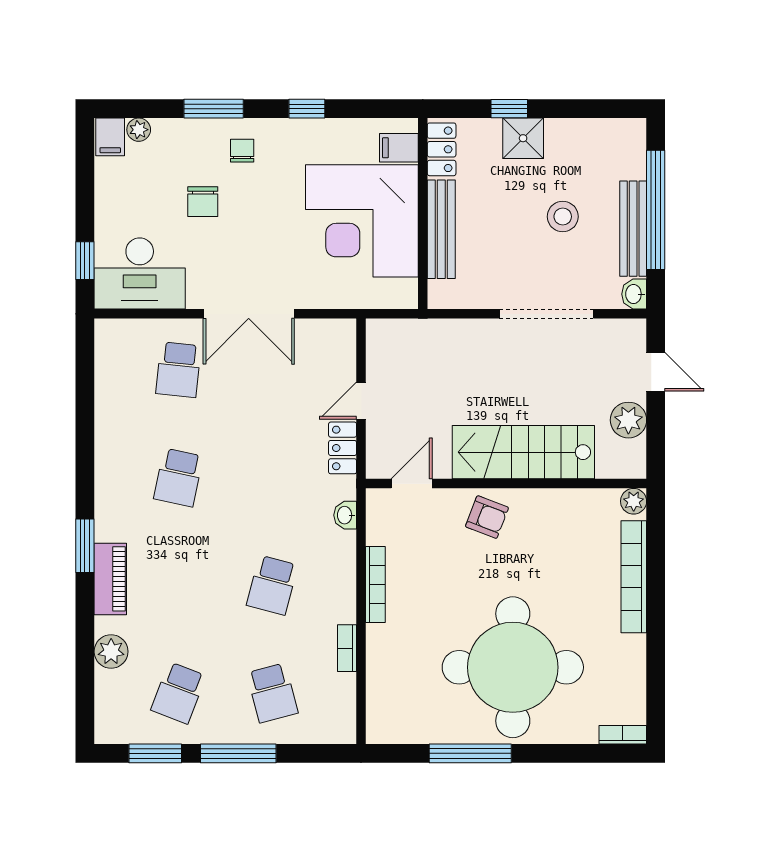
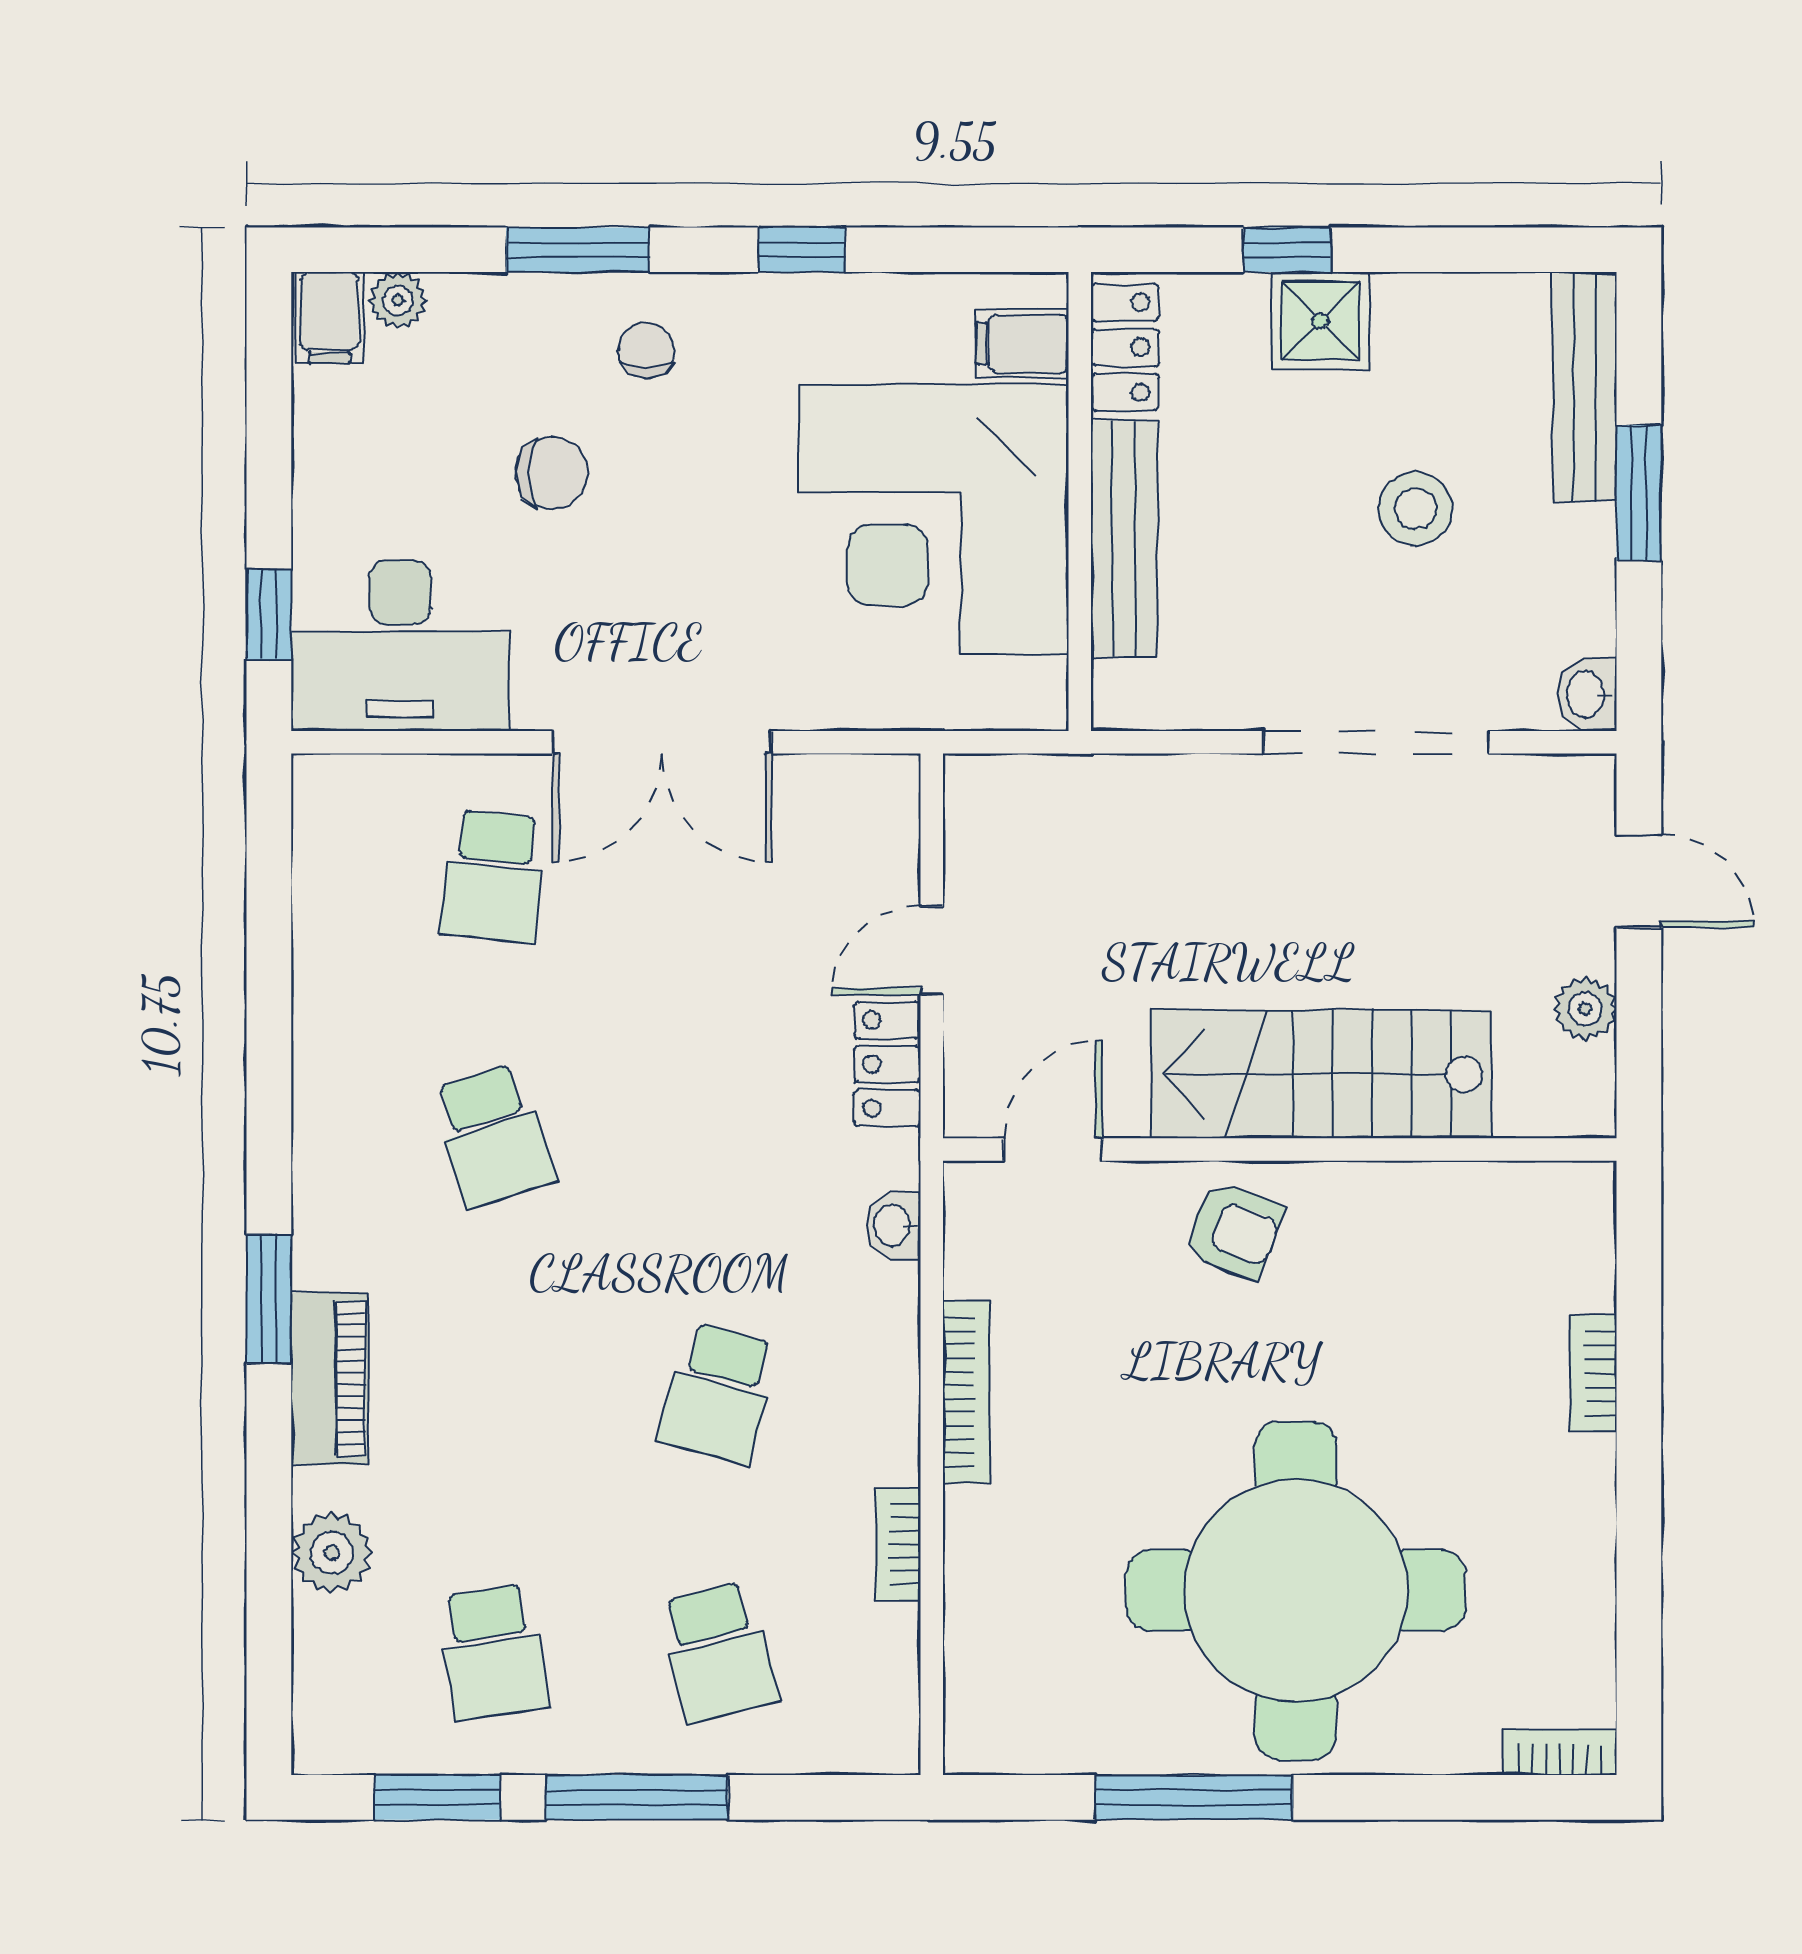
chair: (203, 202) -> (552, 473), turned -90
window: (656, 210) -> (1639, 493), width x0.47
bench: (633, 229) -> (1585, 387), moved
plant: (628, 420) -> (1585, 1009), width x0.73, depth x0.73
school desk: (178, 477) -> (493, 1135), turned -30
plant: (634, 501) -> (1586, 1192), removed
bookcase: (634, 577) -> (1593, 1373), width x0.43, depth x0.76
school desk: (178, 693) -> (493, 1652), turned -30

